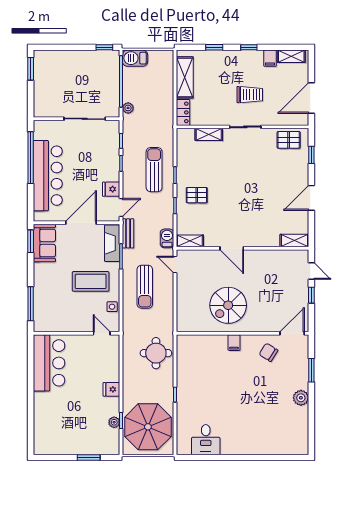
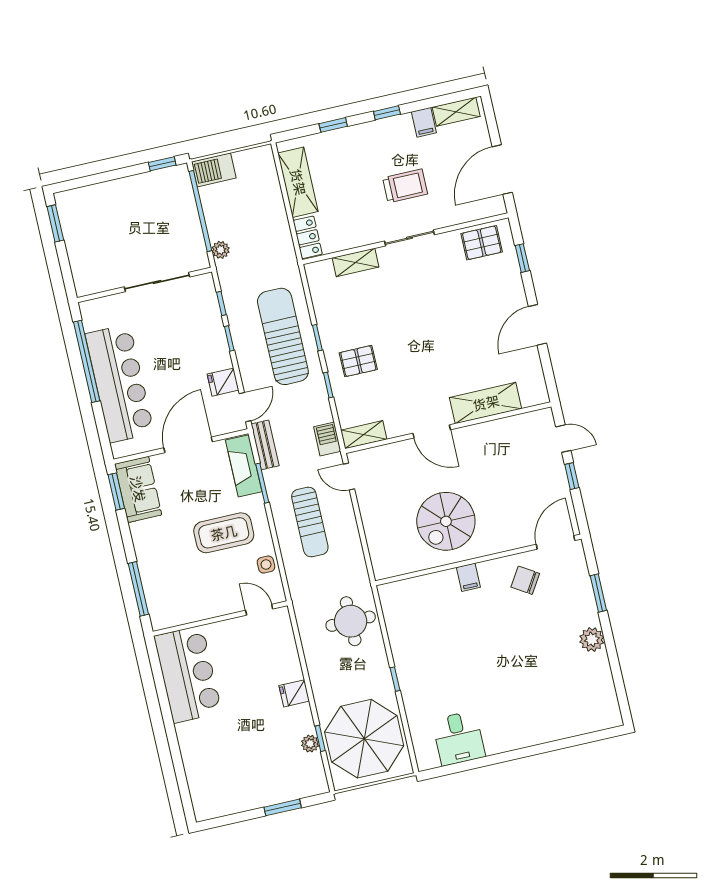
sun lounger: (154, 170) -> (283, 336), width x1.36, depth x1.34
shelving: (294, 241) -> (486, 403), moved, width x1.50, depth x1.33

